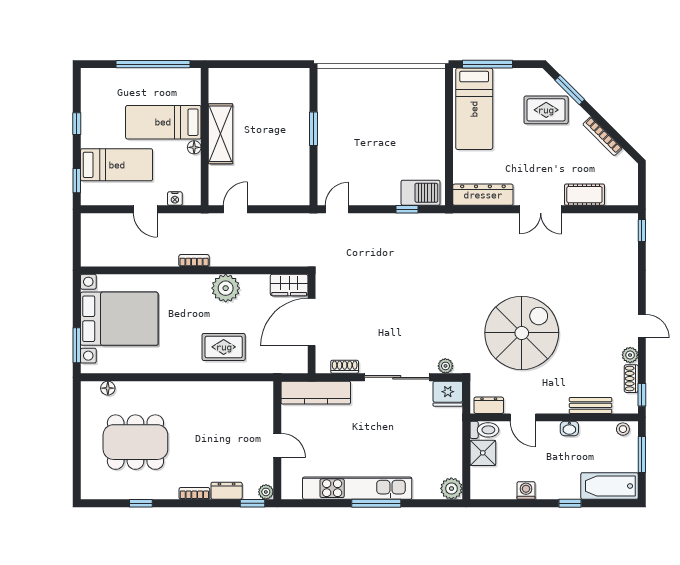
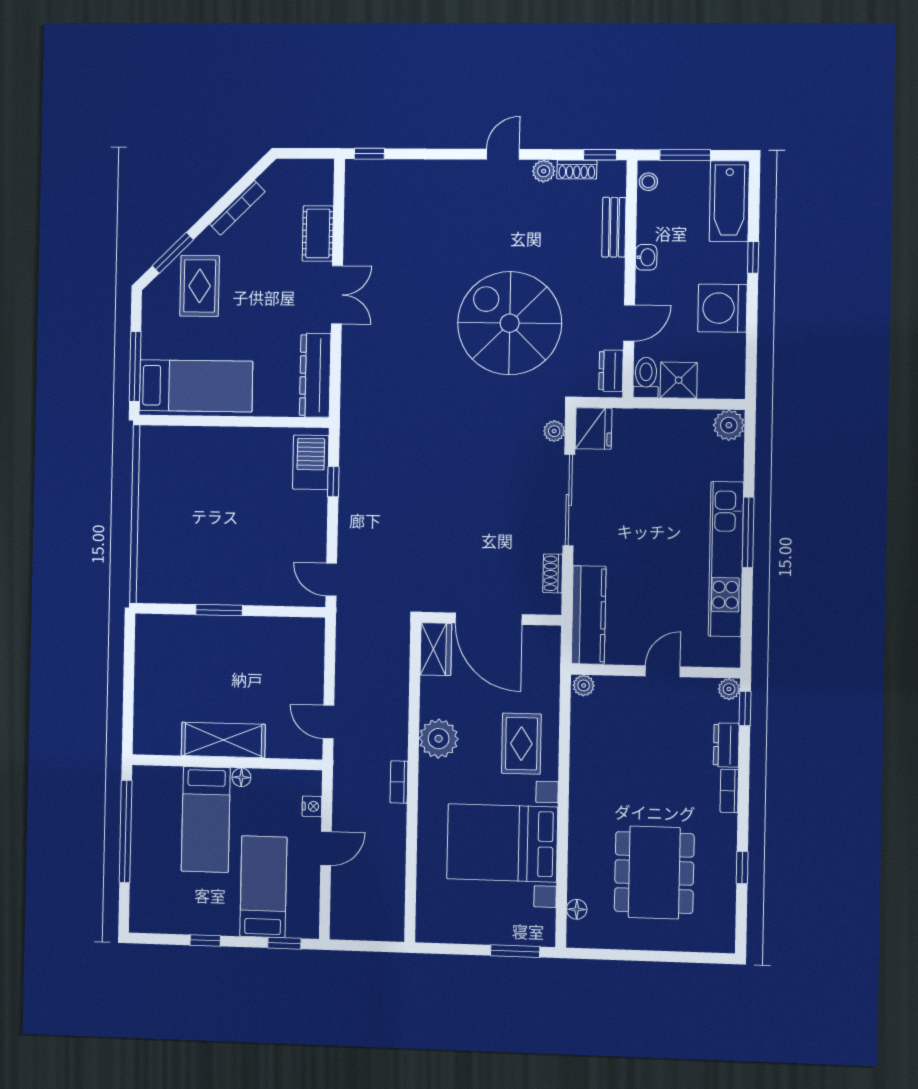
bed with nightstands: (119, 319) -> (502, 843), moved, turned -90
plant: (266, 390) -> (584, 685), added
washing machine: (526, 491) -> (722, 308), width x1.89, depth x1.89

